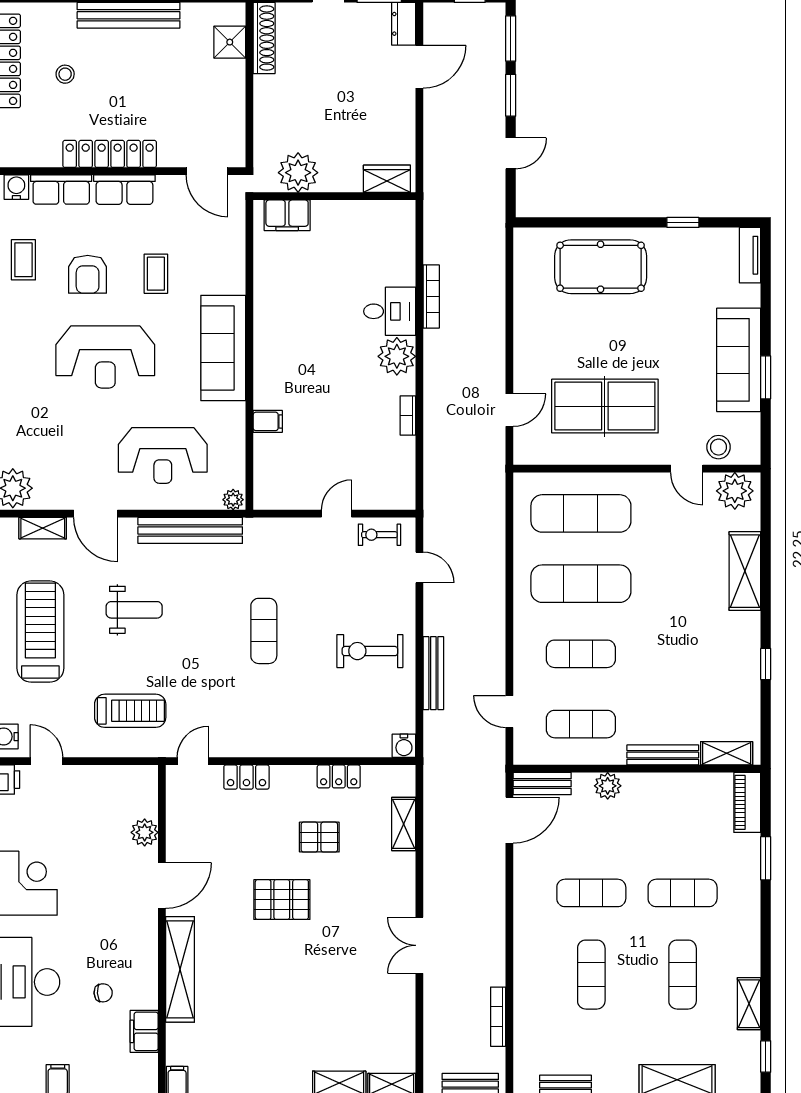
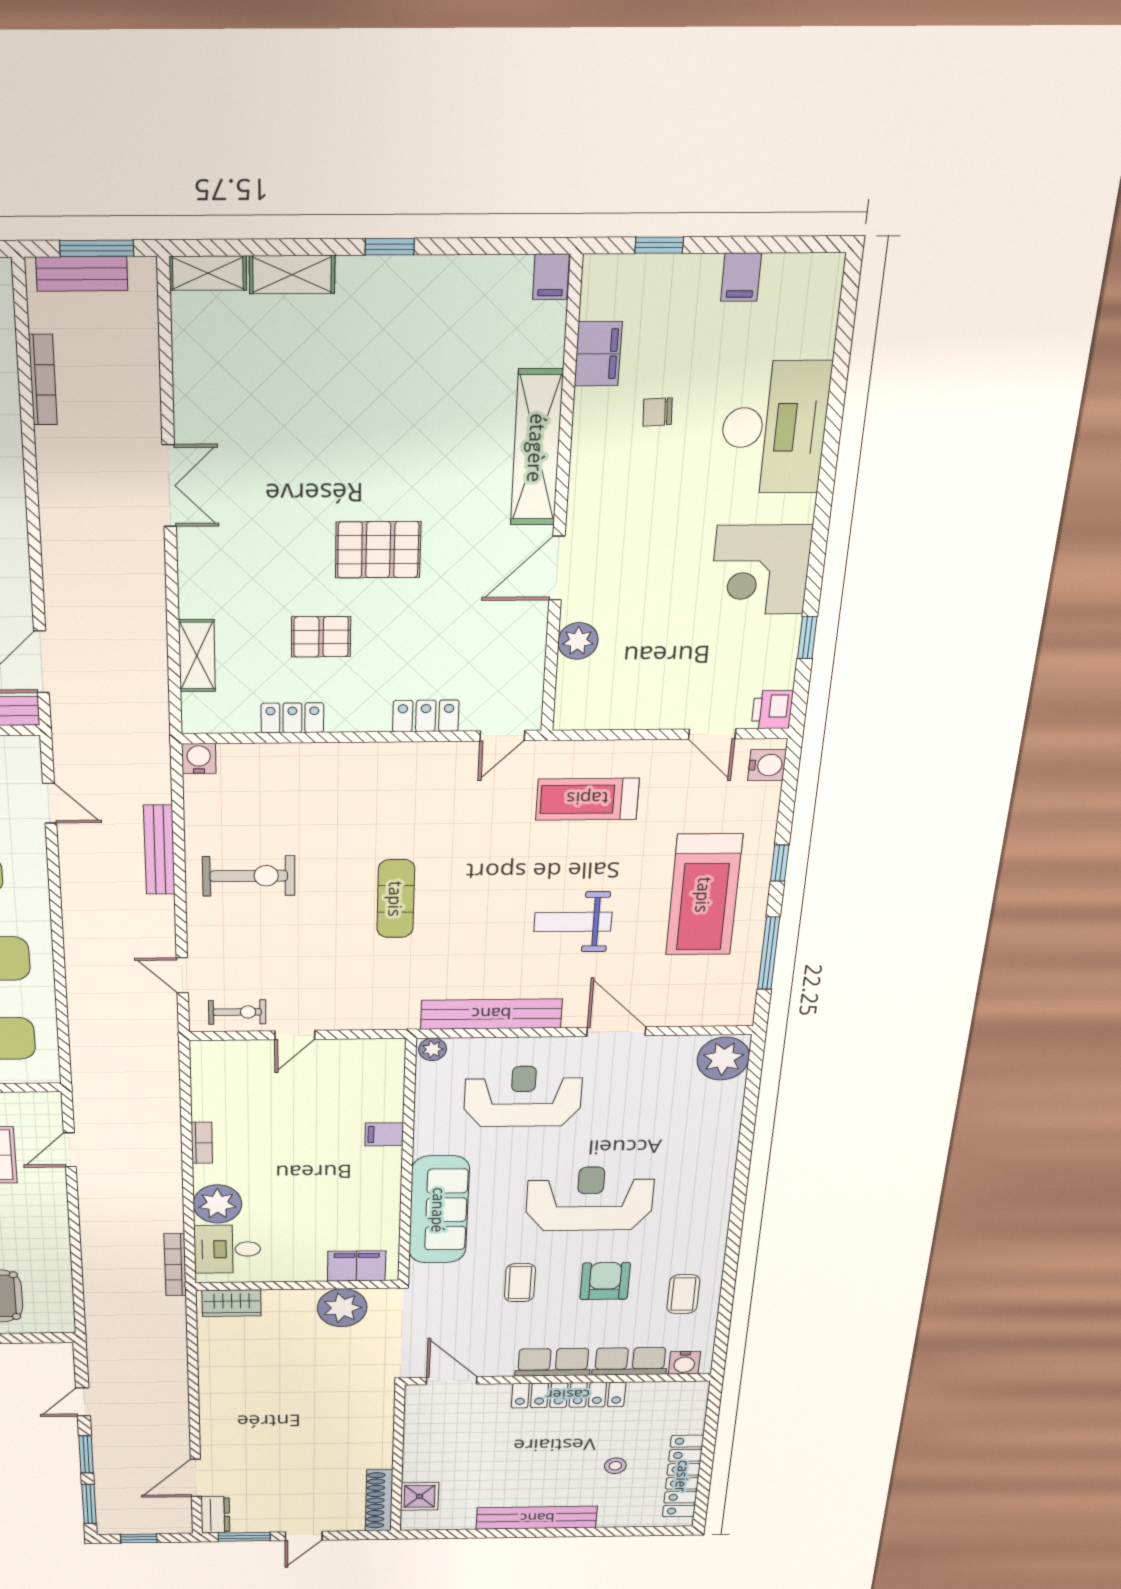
plant: (298, 173) -> (342, 1308), moved
wardrobe: (387, 179) -> (232, 1303), moved
wall: (334, 196) -> (297, 1285), moved
filing cabinet: (287, 215) -> (357, 1266), moved
shelving: (43, 528) -> (688, 1015), removed

